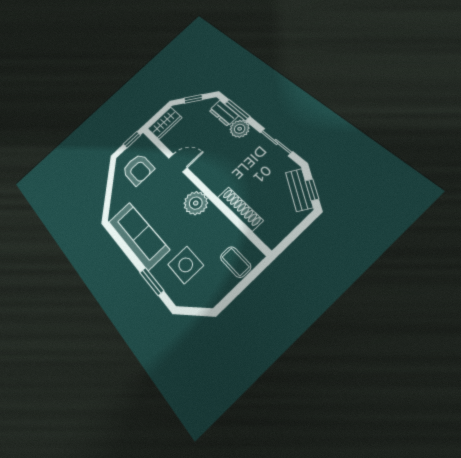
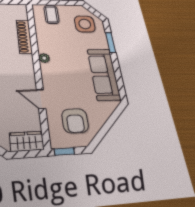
armchair: (138, 169) -> (75, 121), turned 180
plant: (196, 203) -> (44, 58), width x0.53, depth x0.53
side table: (186, 265) -> (85, 24), moved

